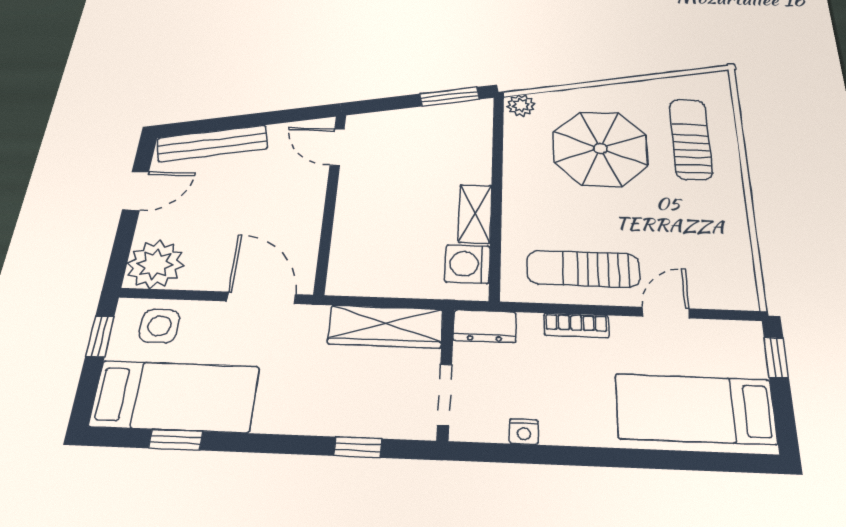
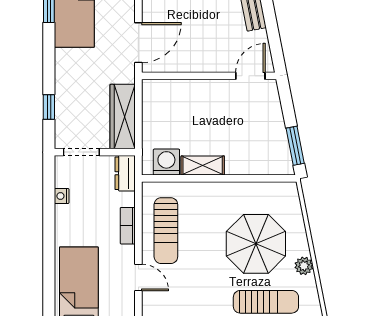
plant: (521, 105) -> (304, 266), moved
sun lounger: (583, 269) -> (166, 231), turned 180

